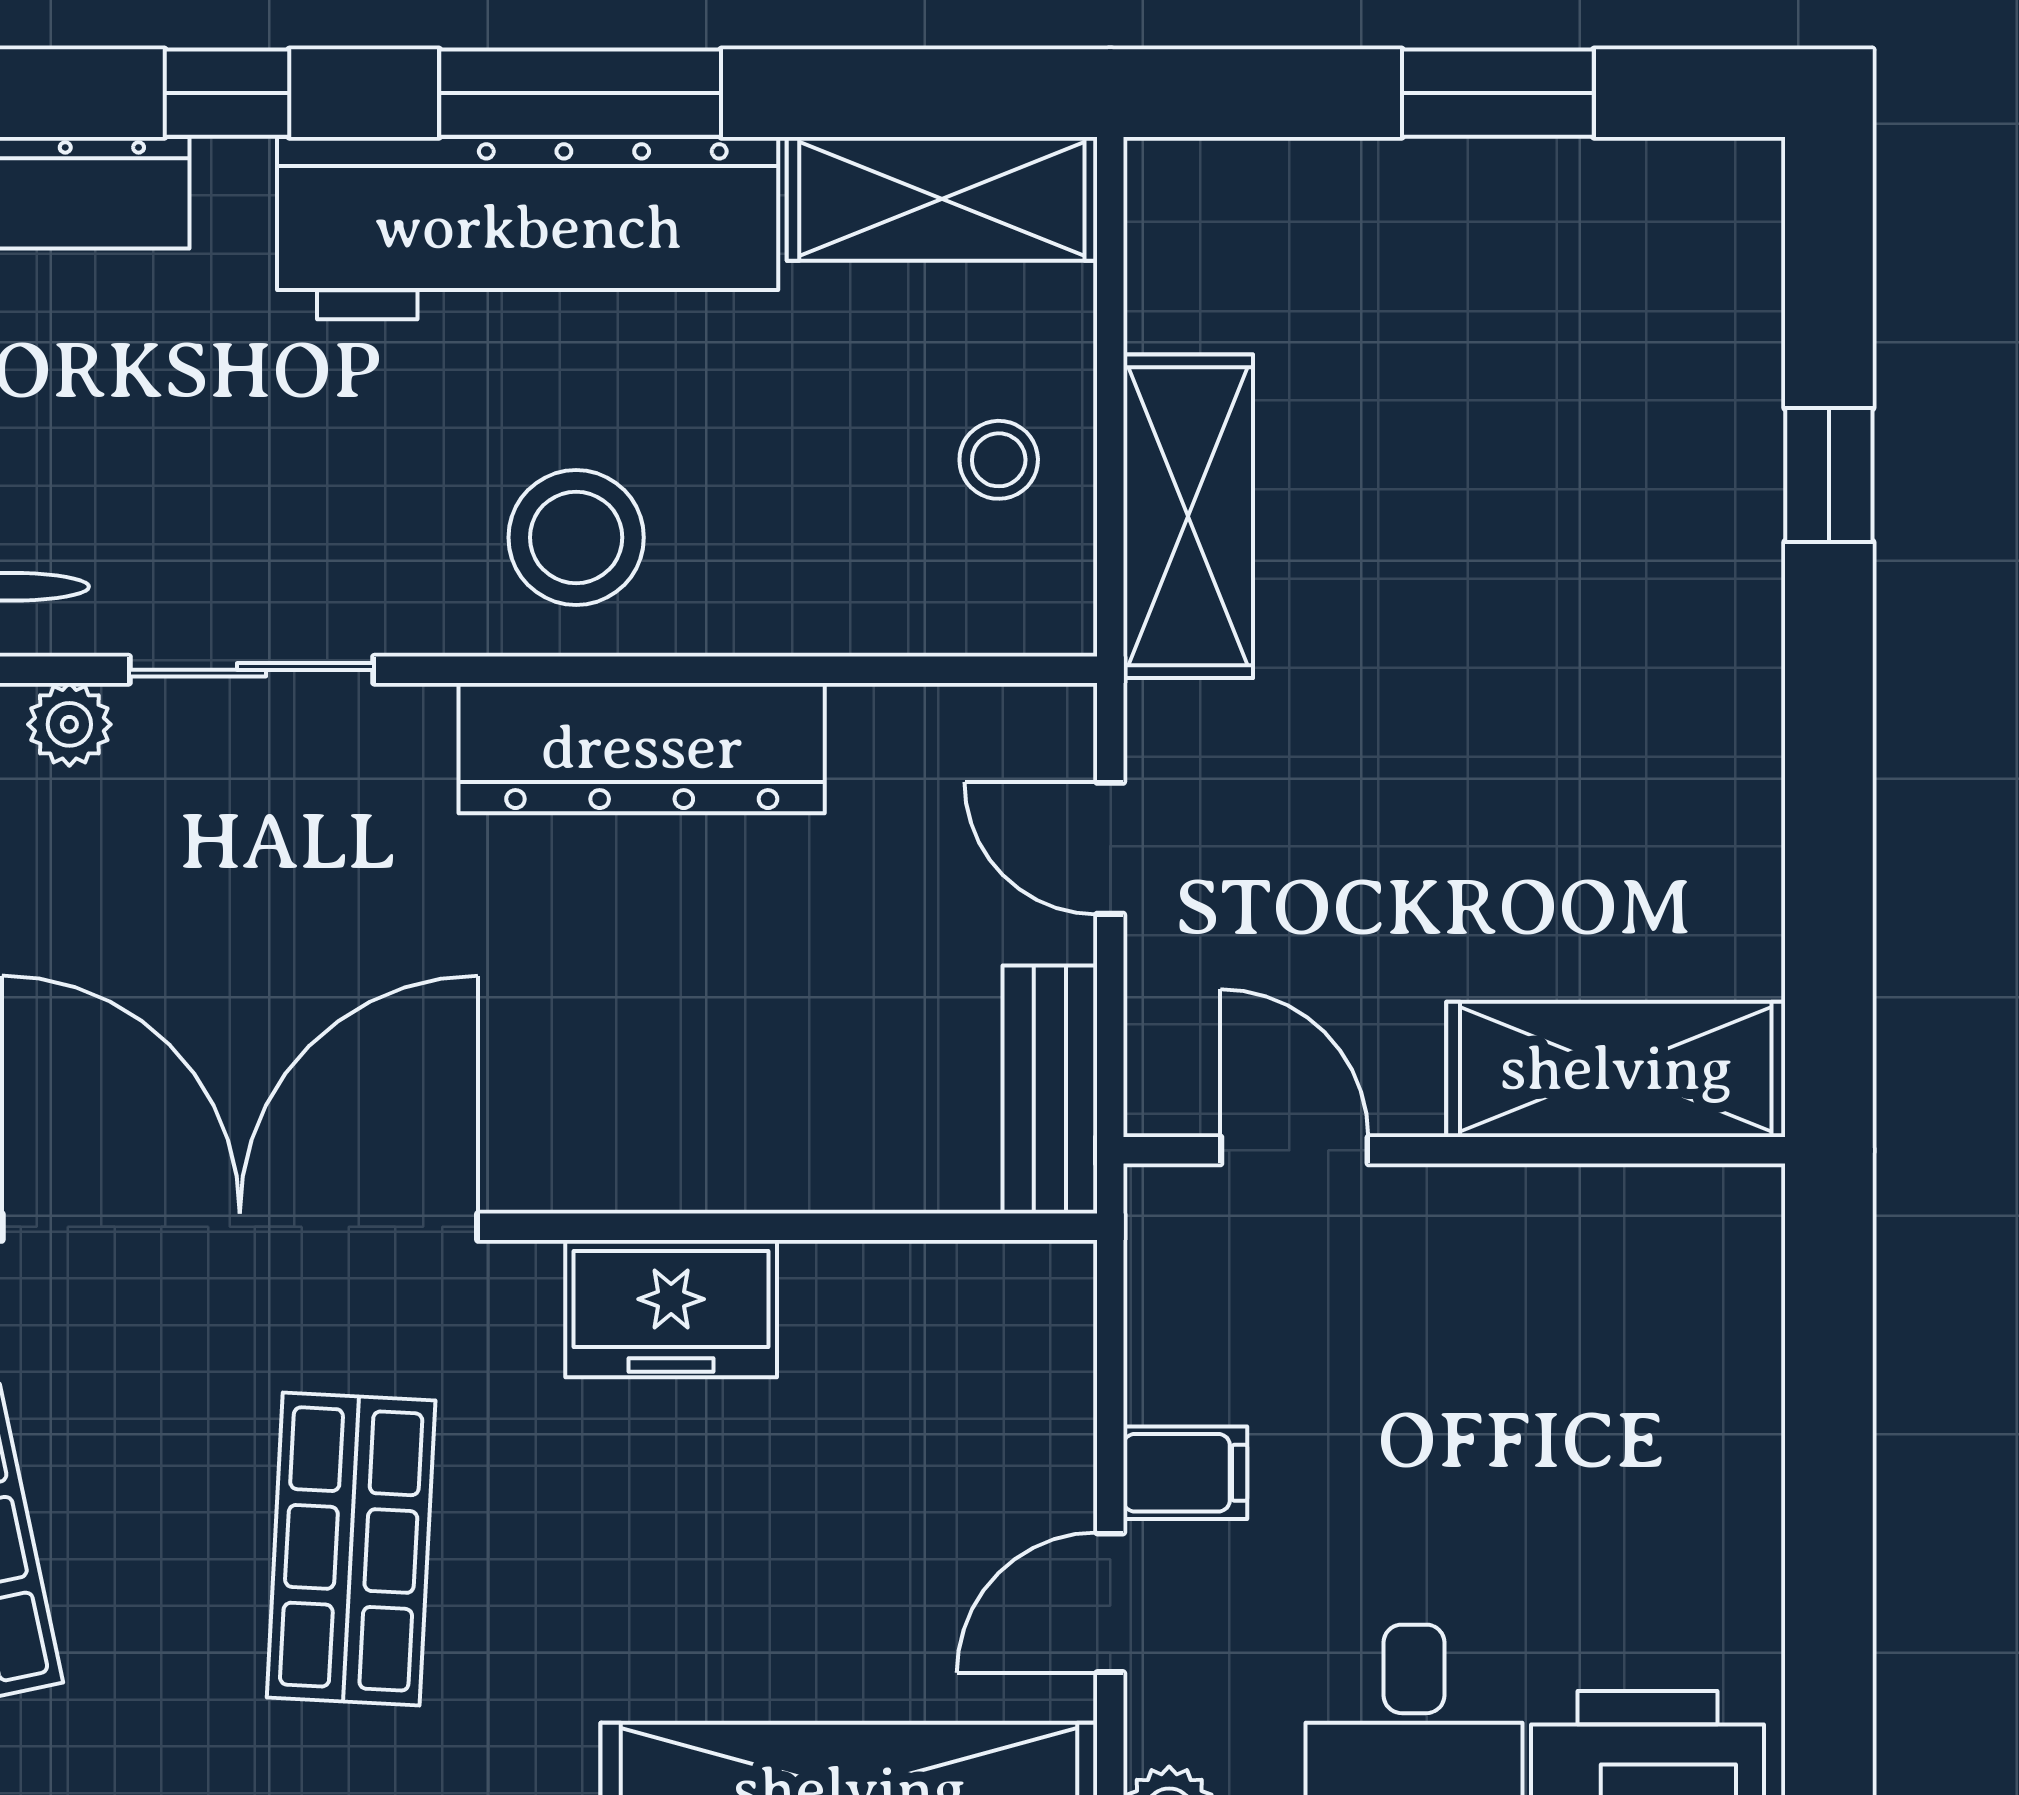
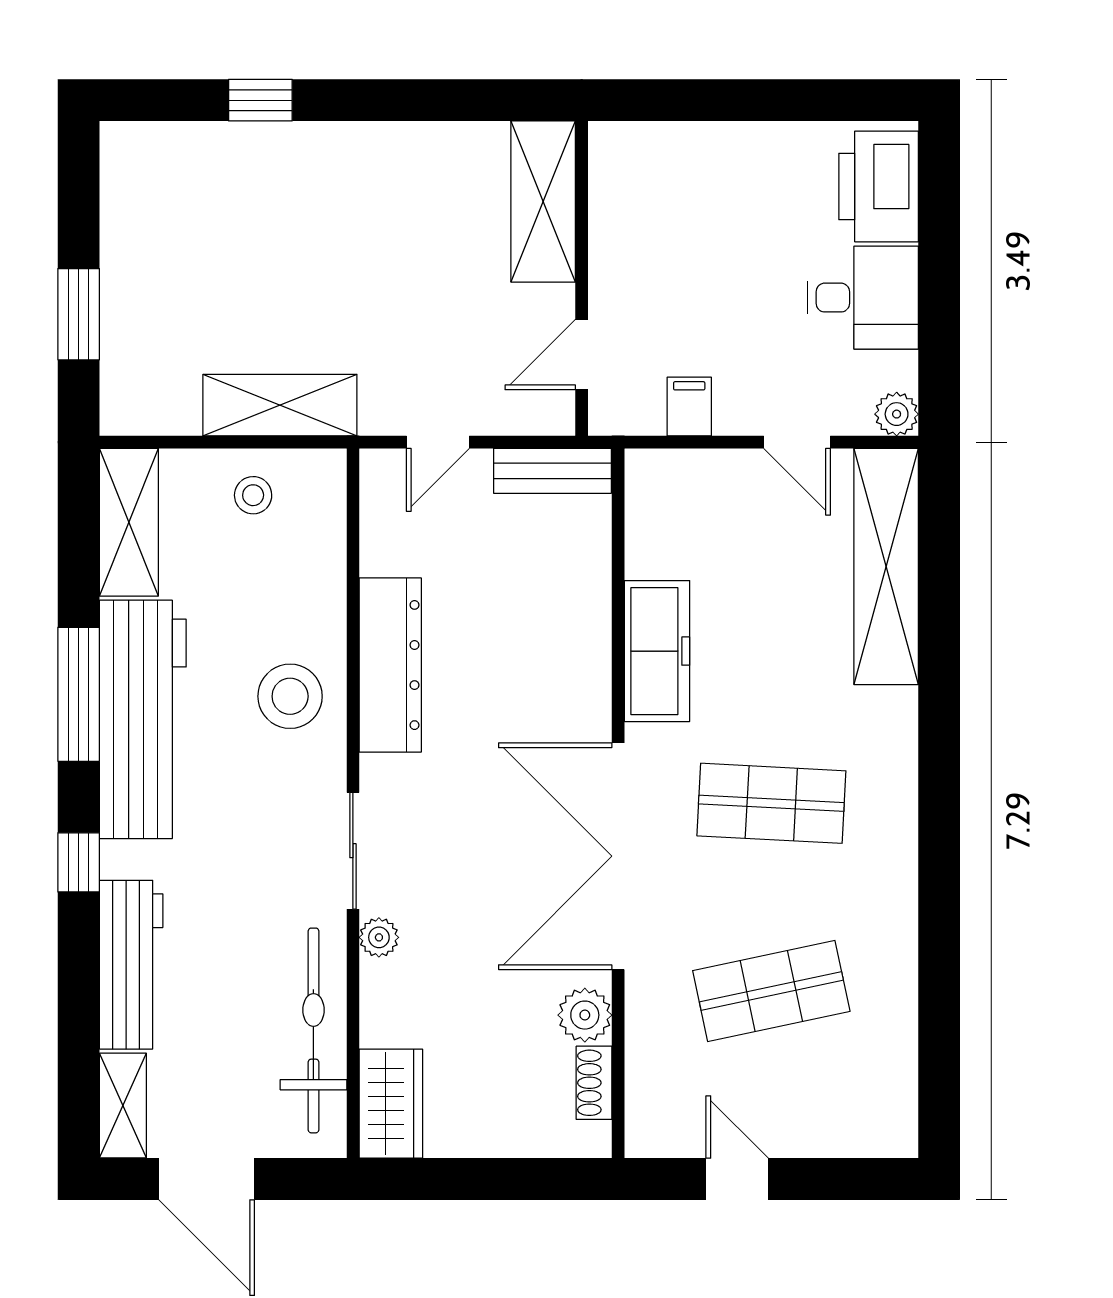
window: (1498, 93) -> (79, 314), moved
freezer: (671, 1309) -> (657, 651), width x1.40
filing cabinet: (1185, 1473) -> (689, 406), moved

